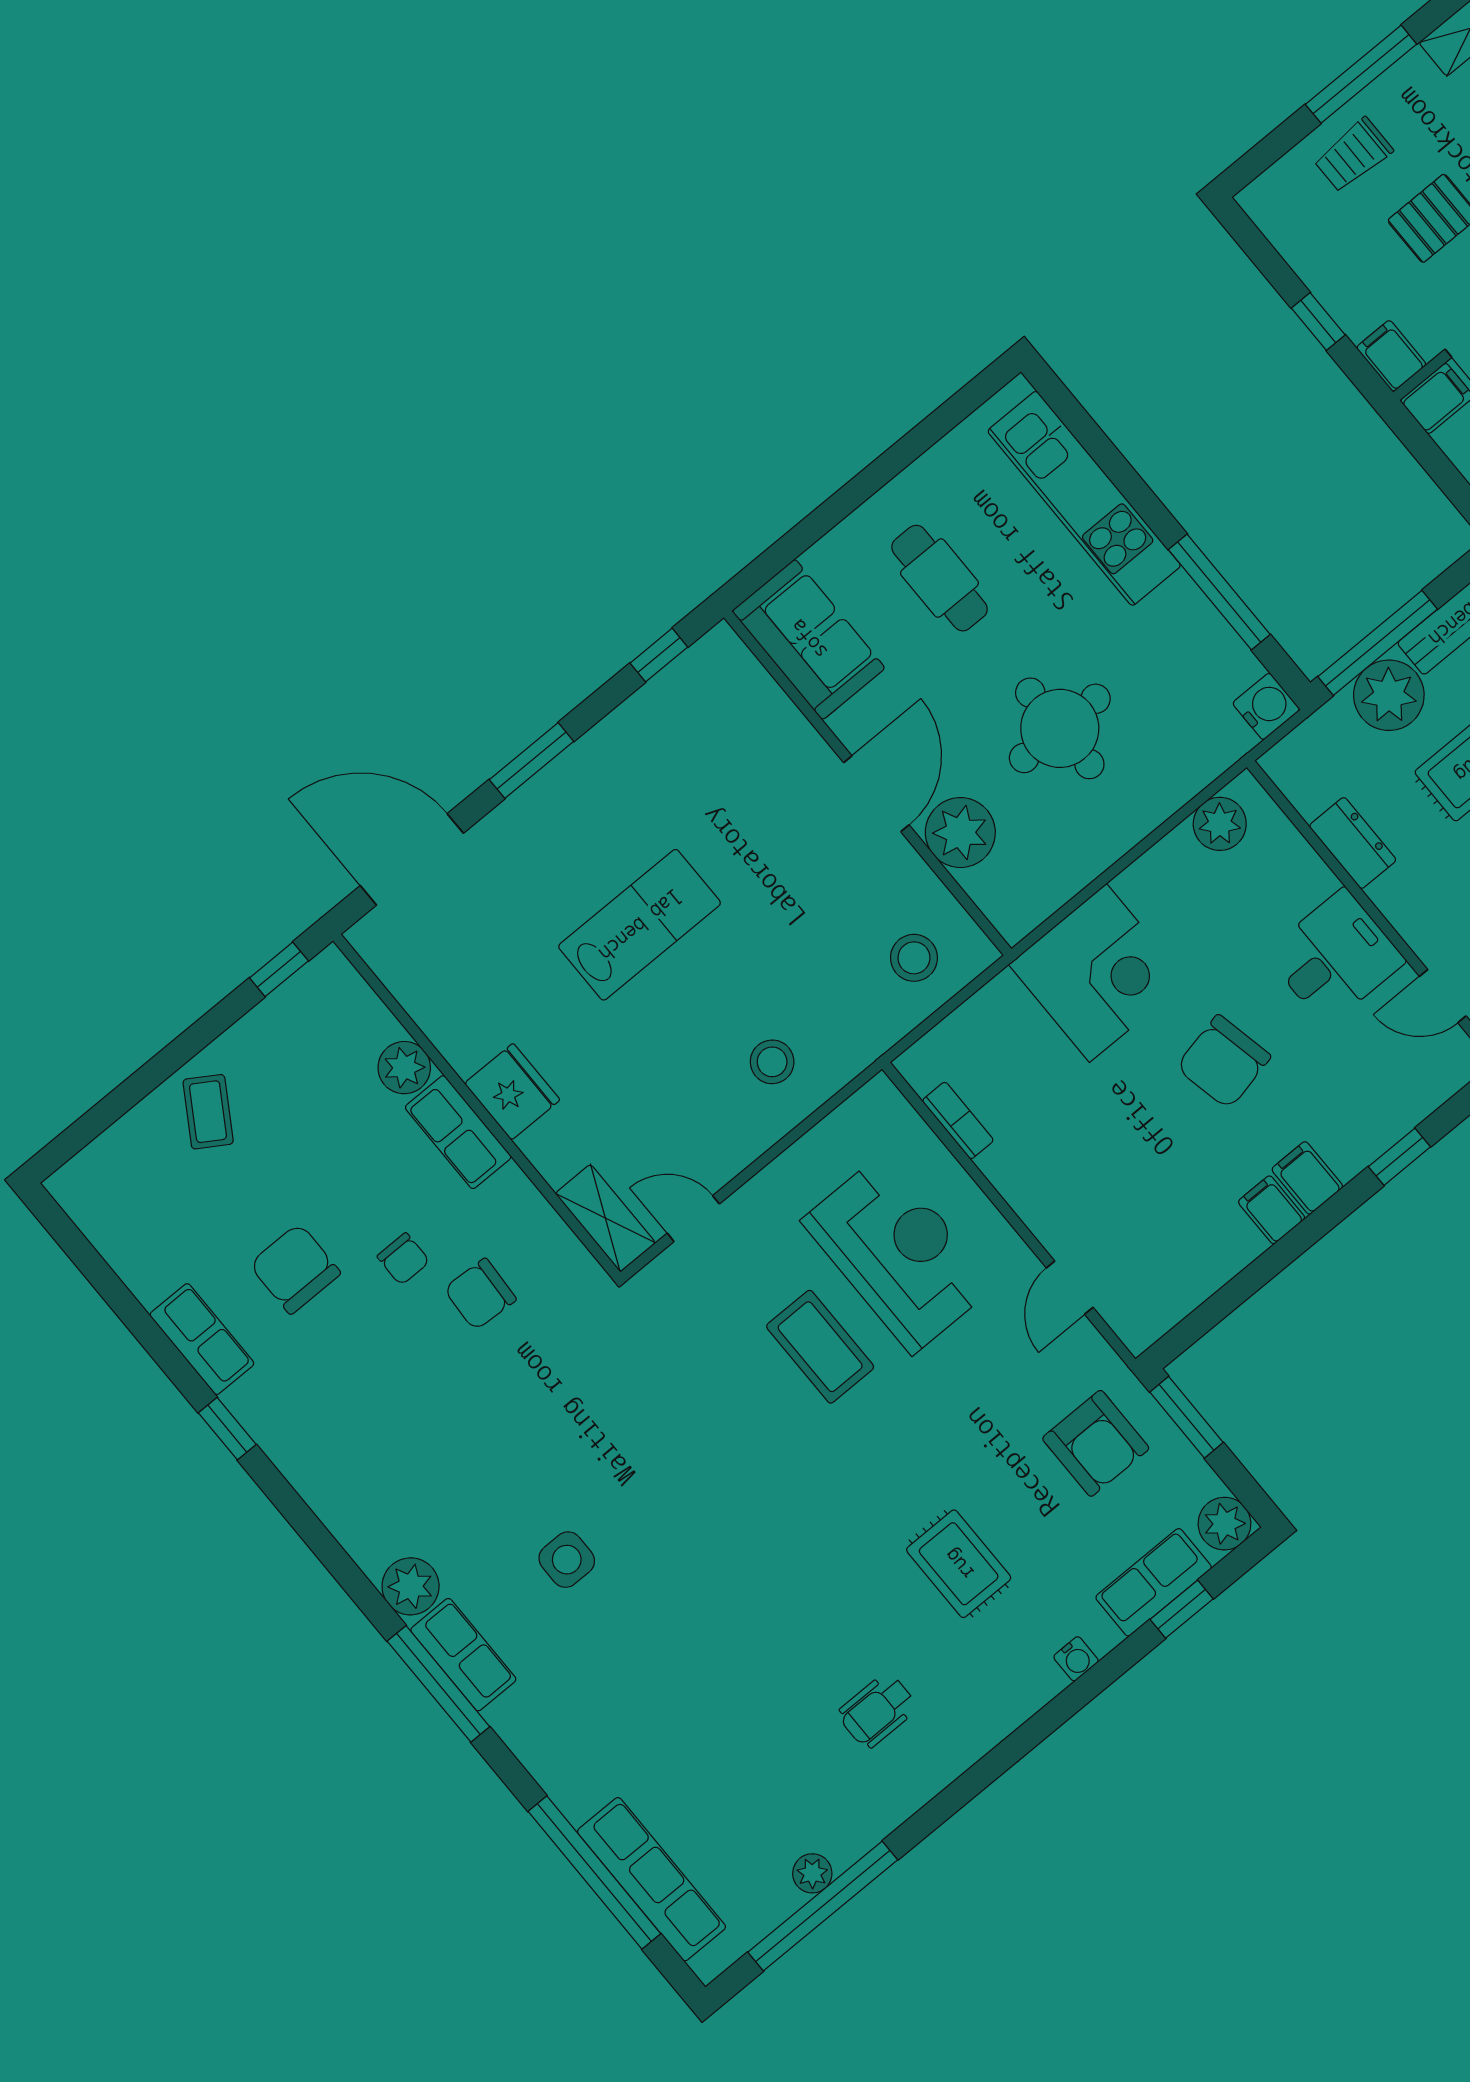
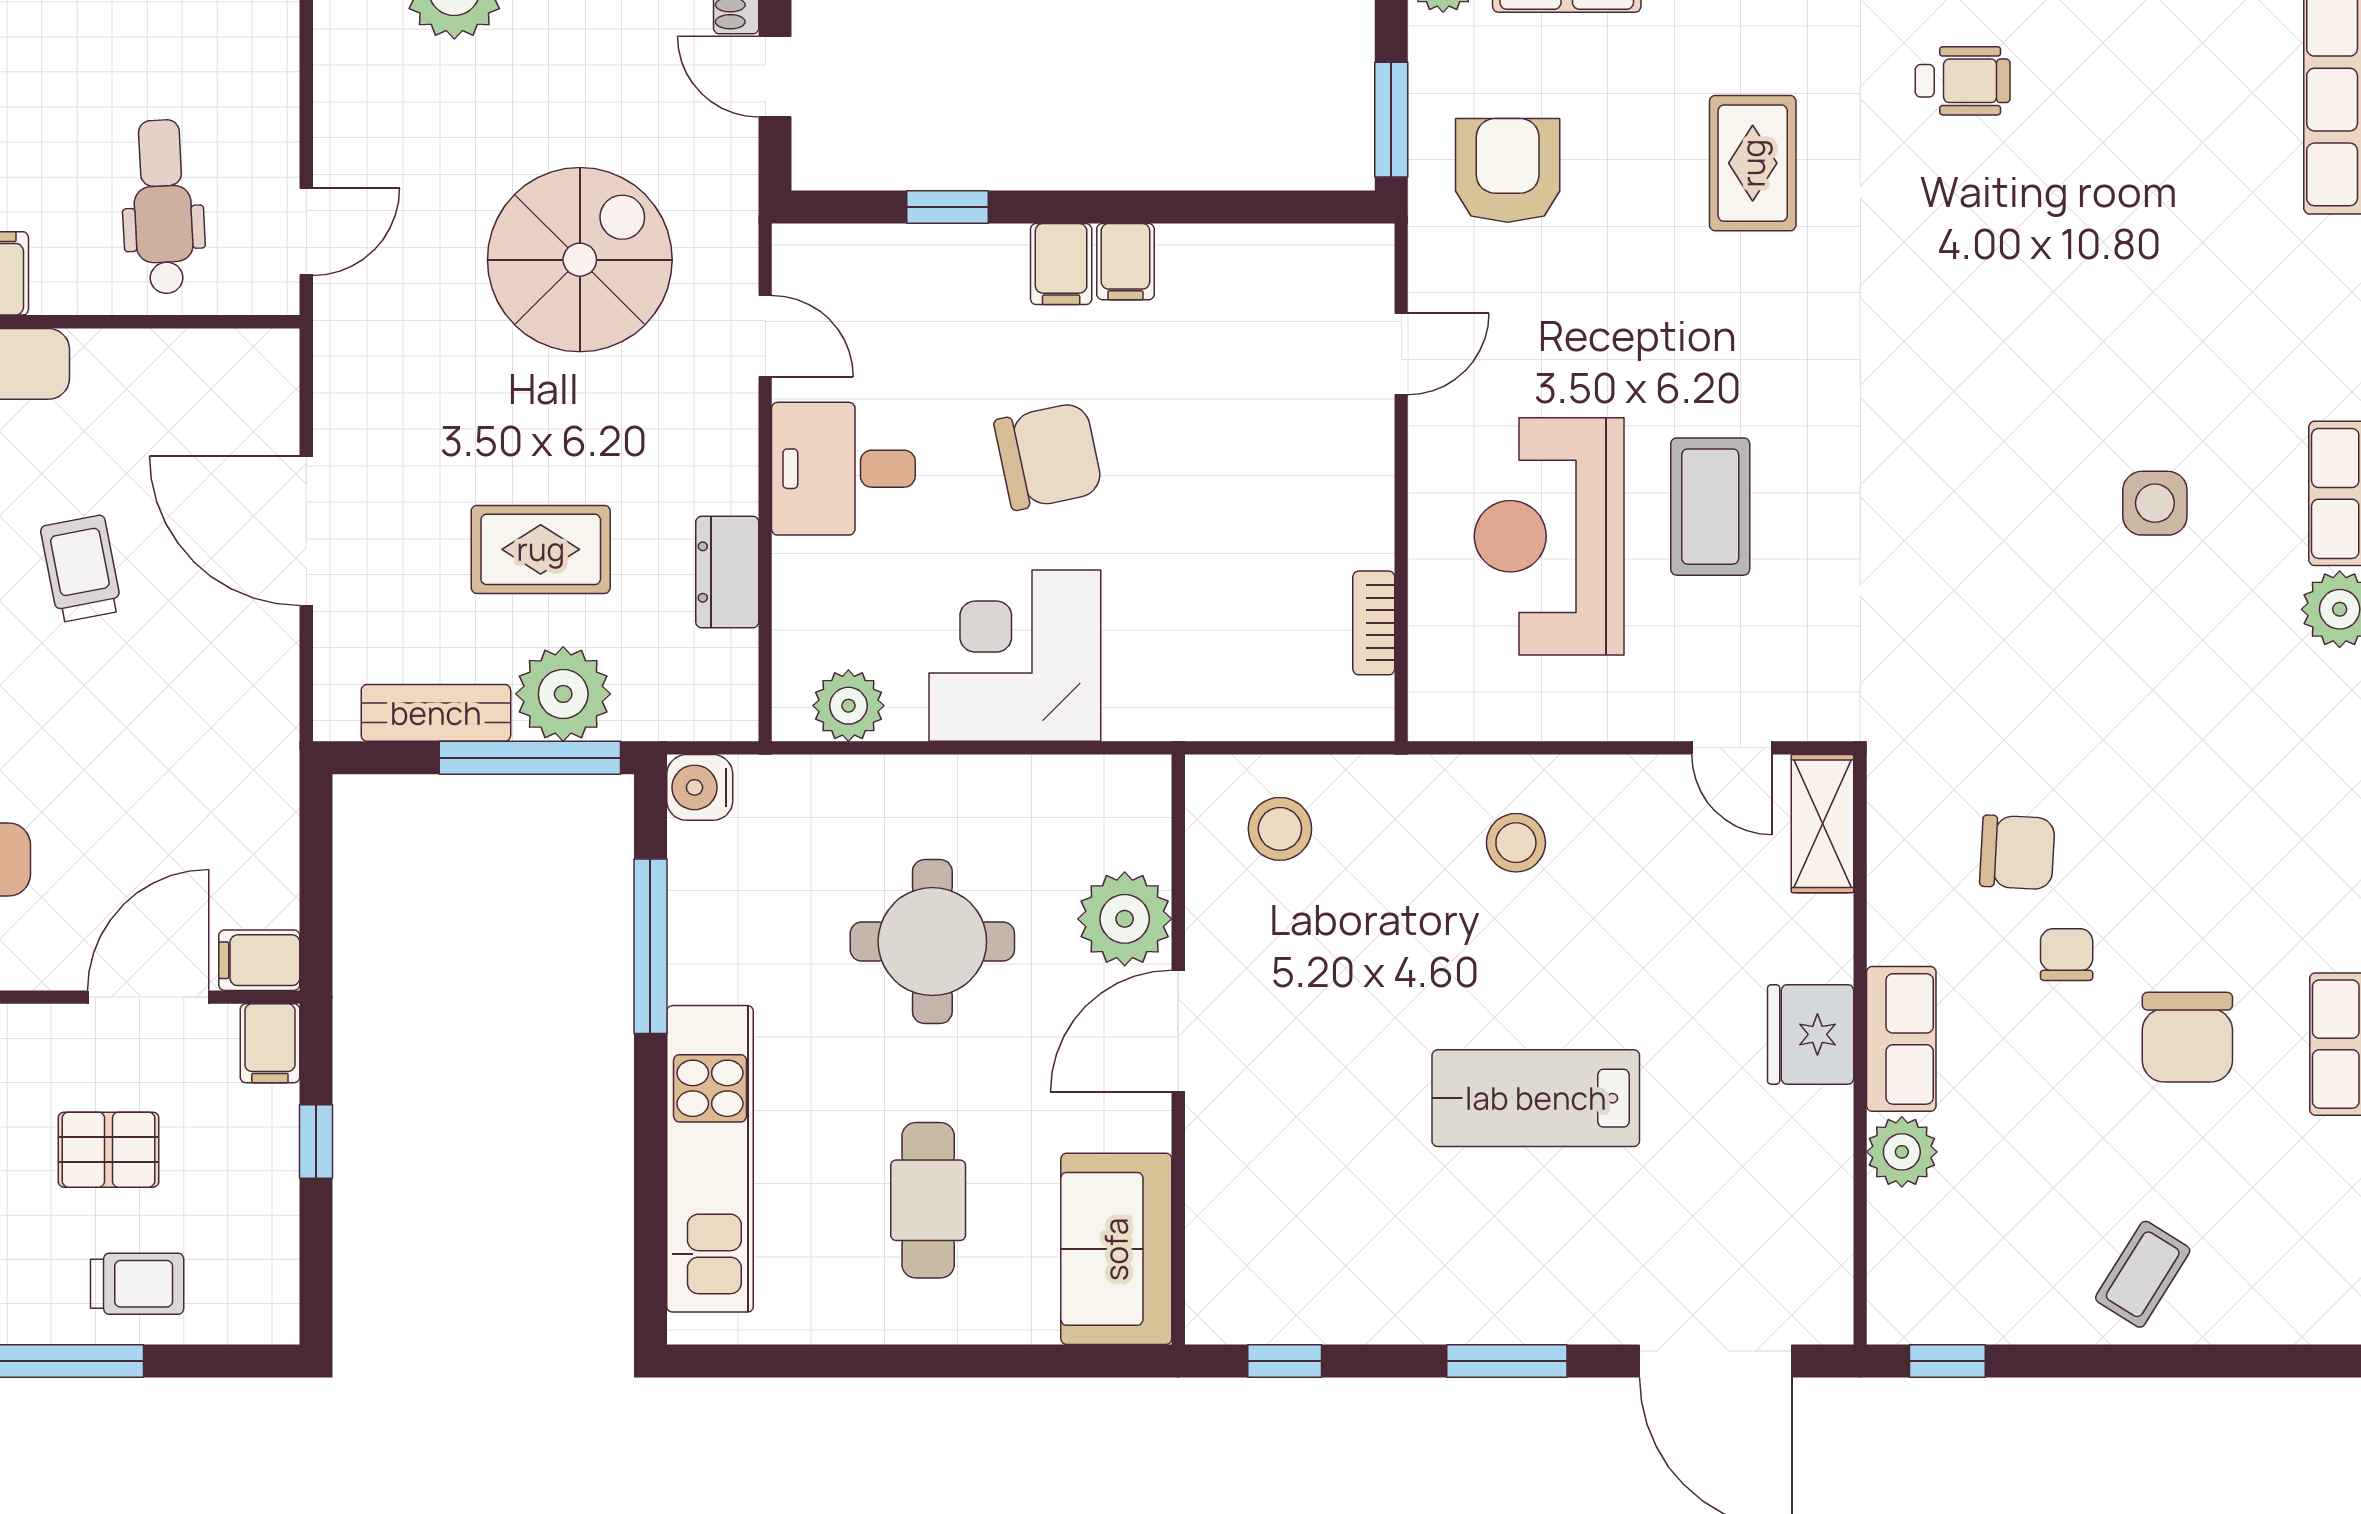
corner desk: (1098, 973) -> (1015, 656), moved

